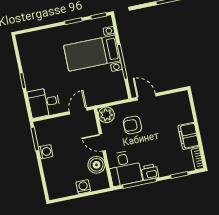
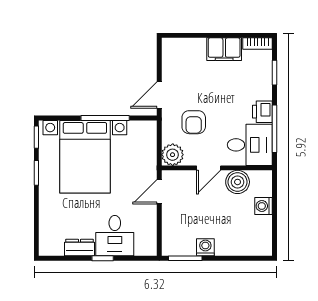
bed with nightstands: (92, 53) -> (85, 157), width x1.36
dresser: (27, 63) -> (79, 248), added
desk: (44, 102) -> (115, 236), moved
door: (78, 111) -> (159, 192), hinge flipped

